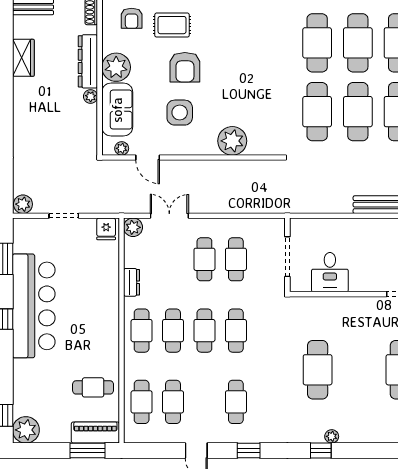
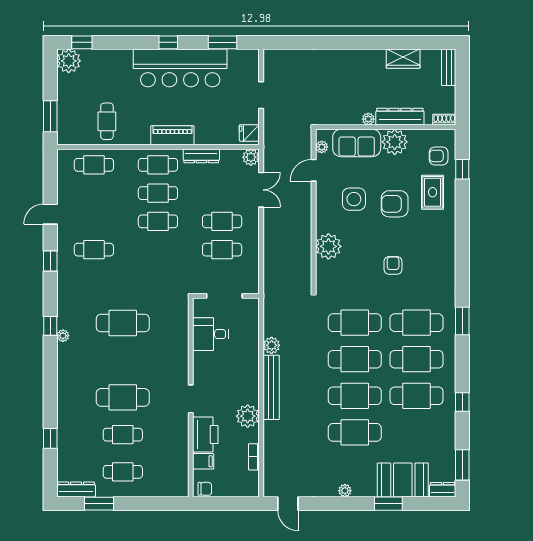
armchair: (253, 69) -> (393, 265), added
plant: (23, 204) -> (272, 345), moved
dresser: (132, 282) -> (201, 156), width x1.44
cafe table: (236, 331) -> (158, 250), removed
cafe table: (173, 402) -> (94, 193), removed
piano: (95, 433) -> (172, 135), moved, turned -90

